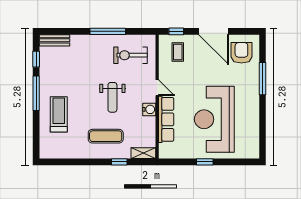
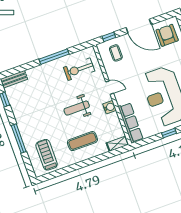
window: (36, 93) -> (19, 138), moved
weight bench: (112, 97) -> (77, 108), turned 90
treadmill: (59, 114) -> (47, 155), moved
row of seats: (166, 119) -> (131, 123), moved
window: (119, 162) -> (101, 158), removed

